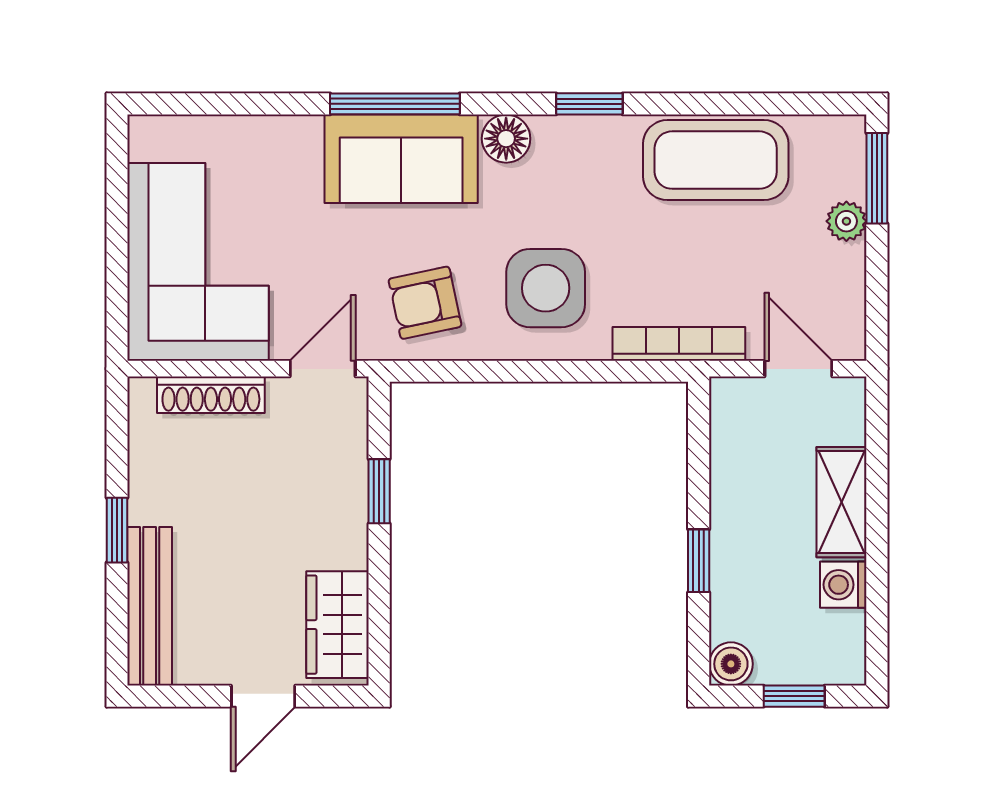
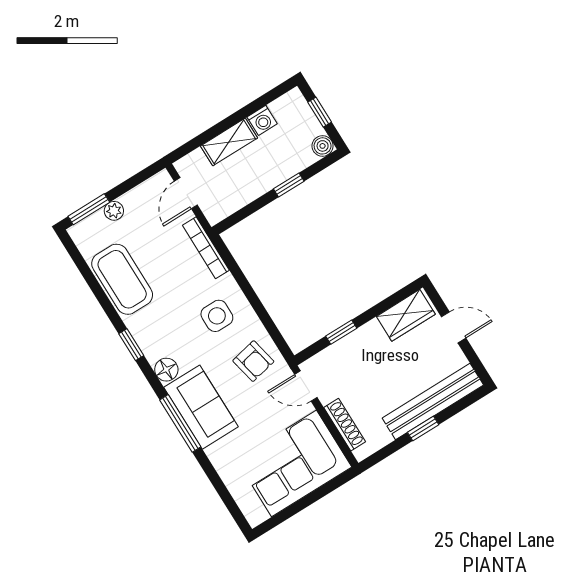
side table: (546, 288) -> (217, 316), width x0.73, depth x0.73
bench: (150, 606) -> (433, 401), width x1.37, depth x1.21

